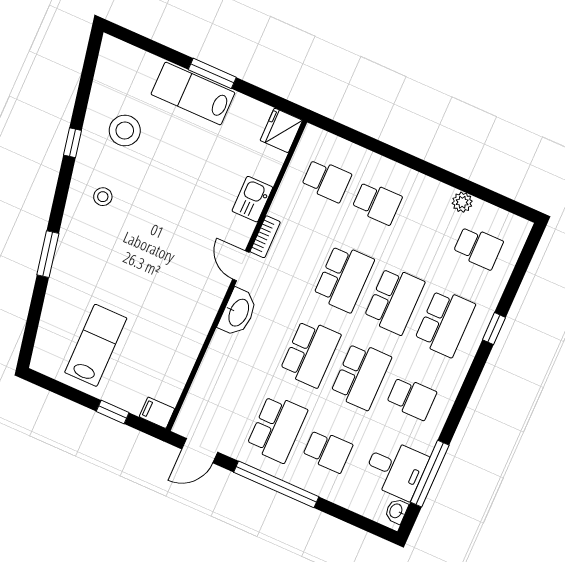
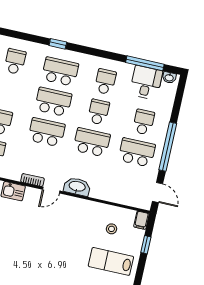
stool: (103, 197) -> (111, 229), moved
school desk: (361, 376) -> (98, 112), width x0.54

